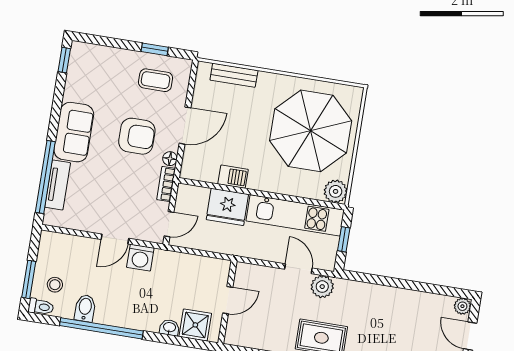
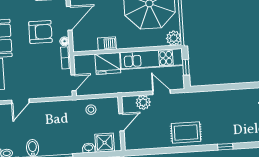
door: (115, 239) -> (20, 101), moved
washing machine: (140, 258) -> (60, 108), removed
stool: (55, 285) -> (91, 110), moved
plant: (322, 287) -> (143, 102), moved

